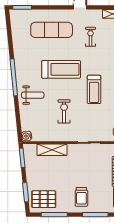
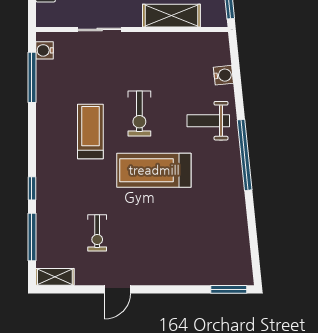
exercise mat: (52, 30) -> (172, 246), removed
exercise bike: (64, 111) -> (139, 114), moved
water cooler: (27, 136) -> (223, 75), moved

